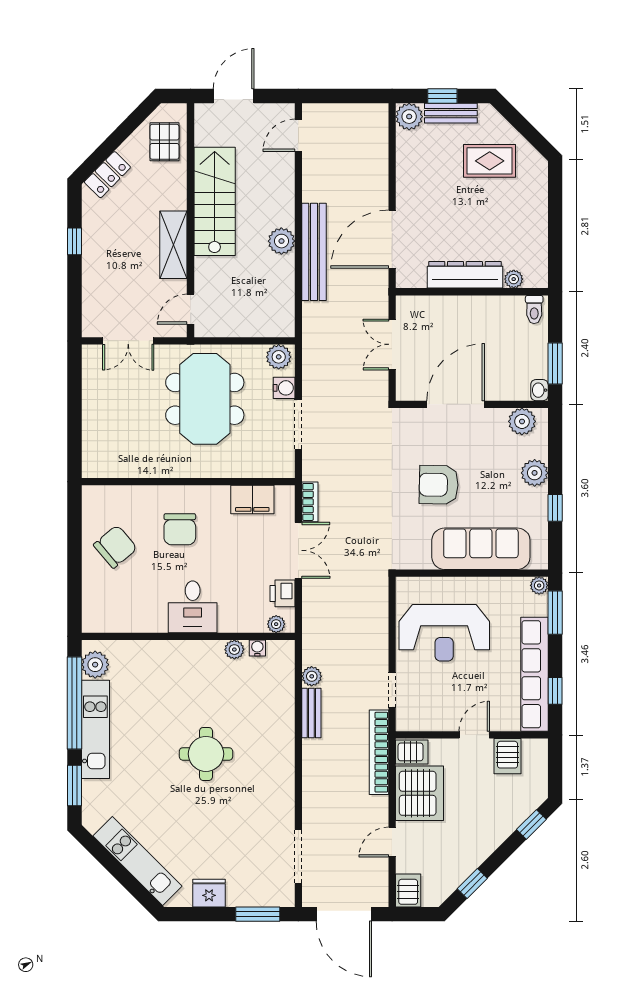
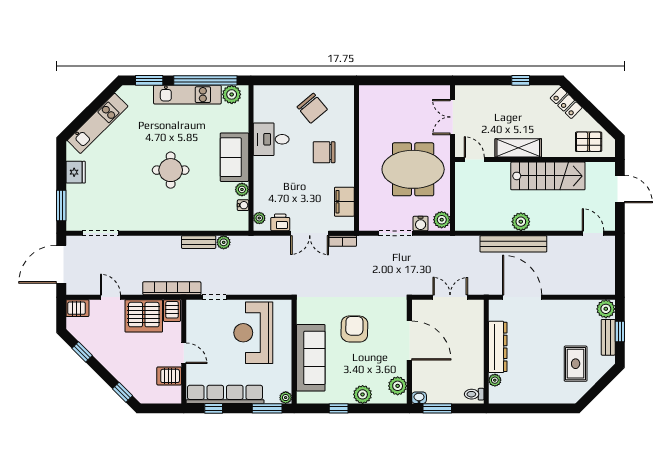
desk: (193, 607) -> (271, 139), moved
sofa: (187, 661) -> (234, 157), added

